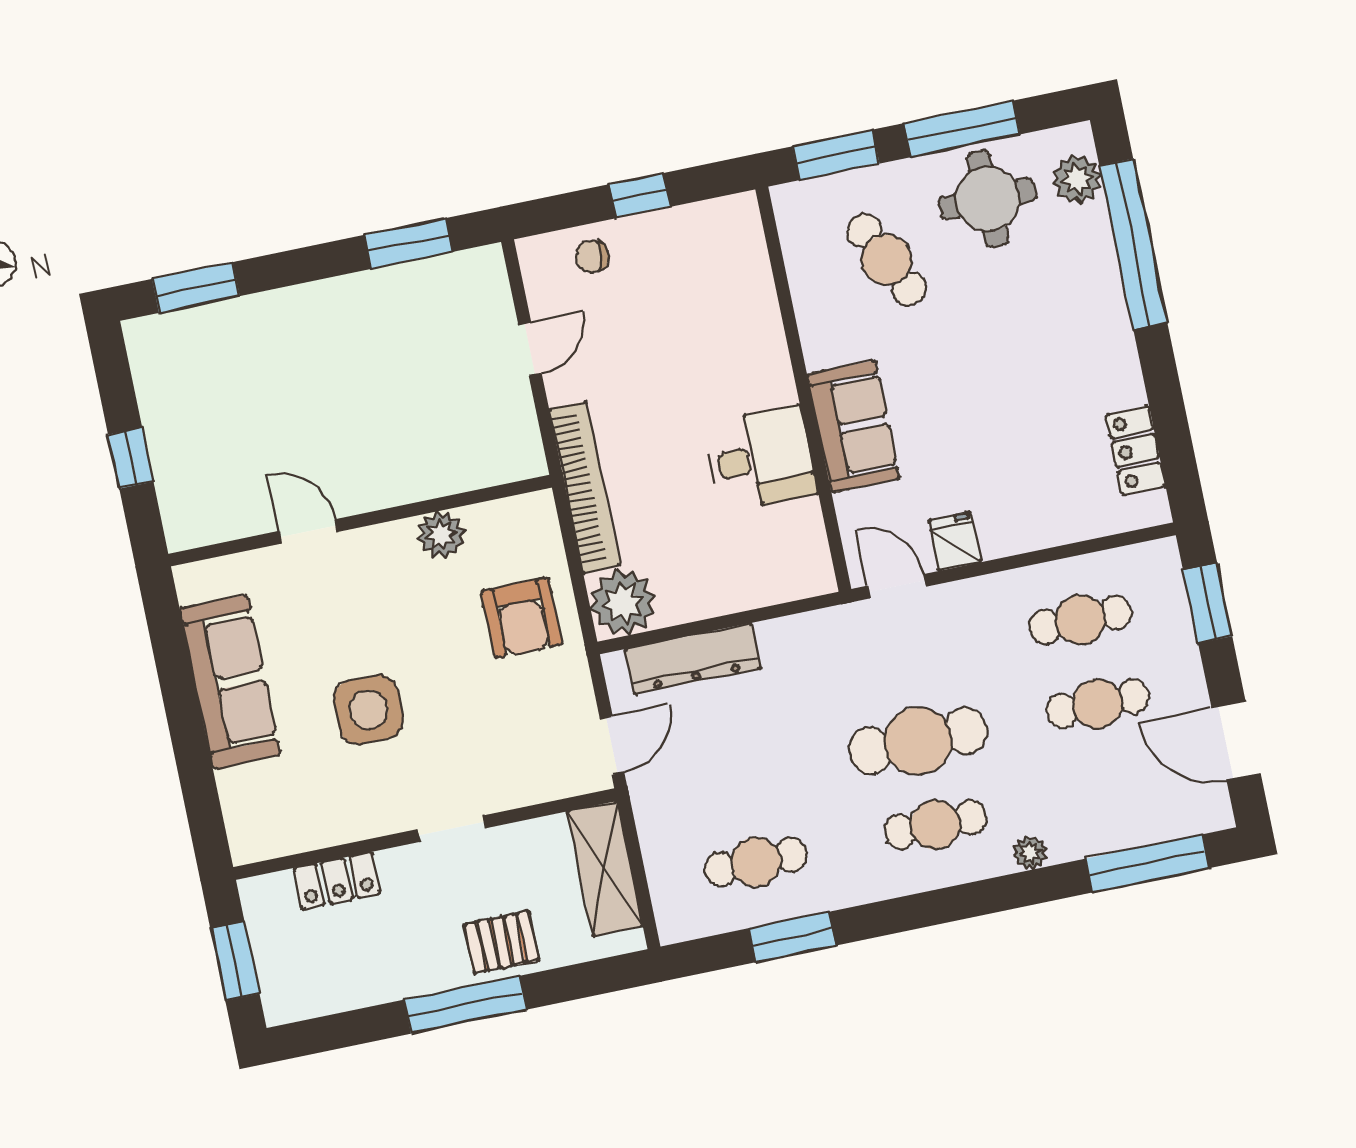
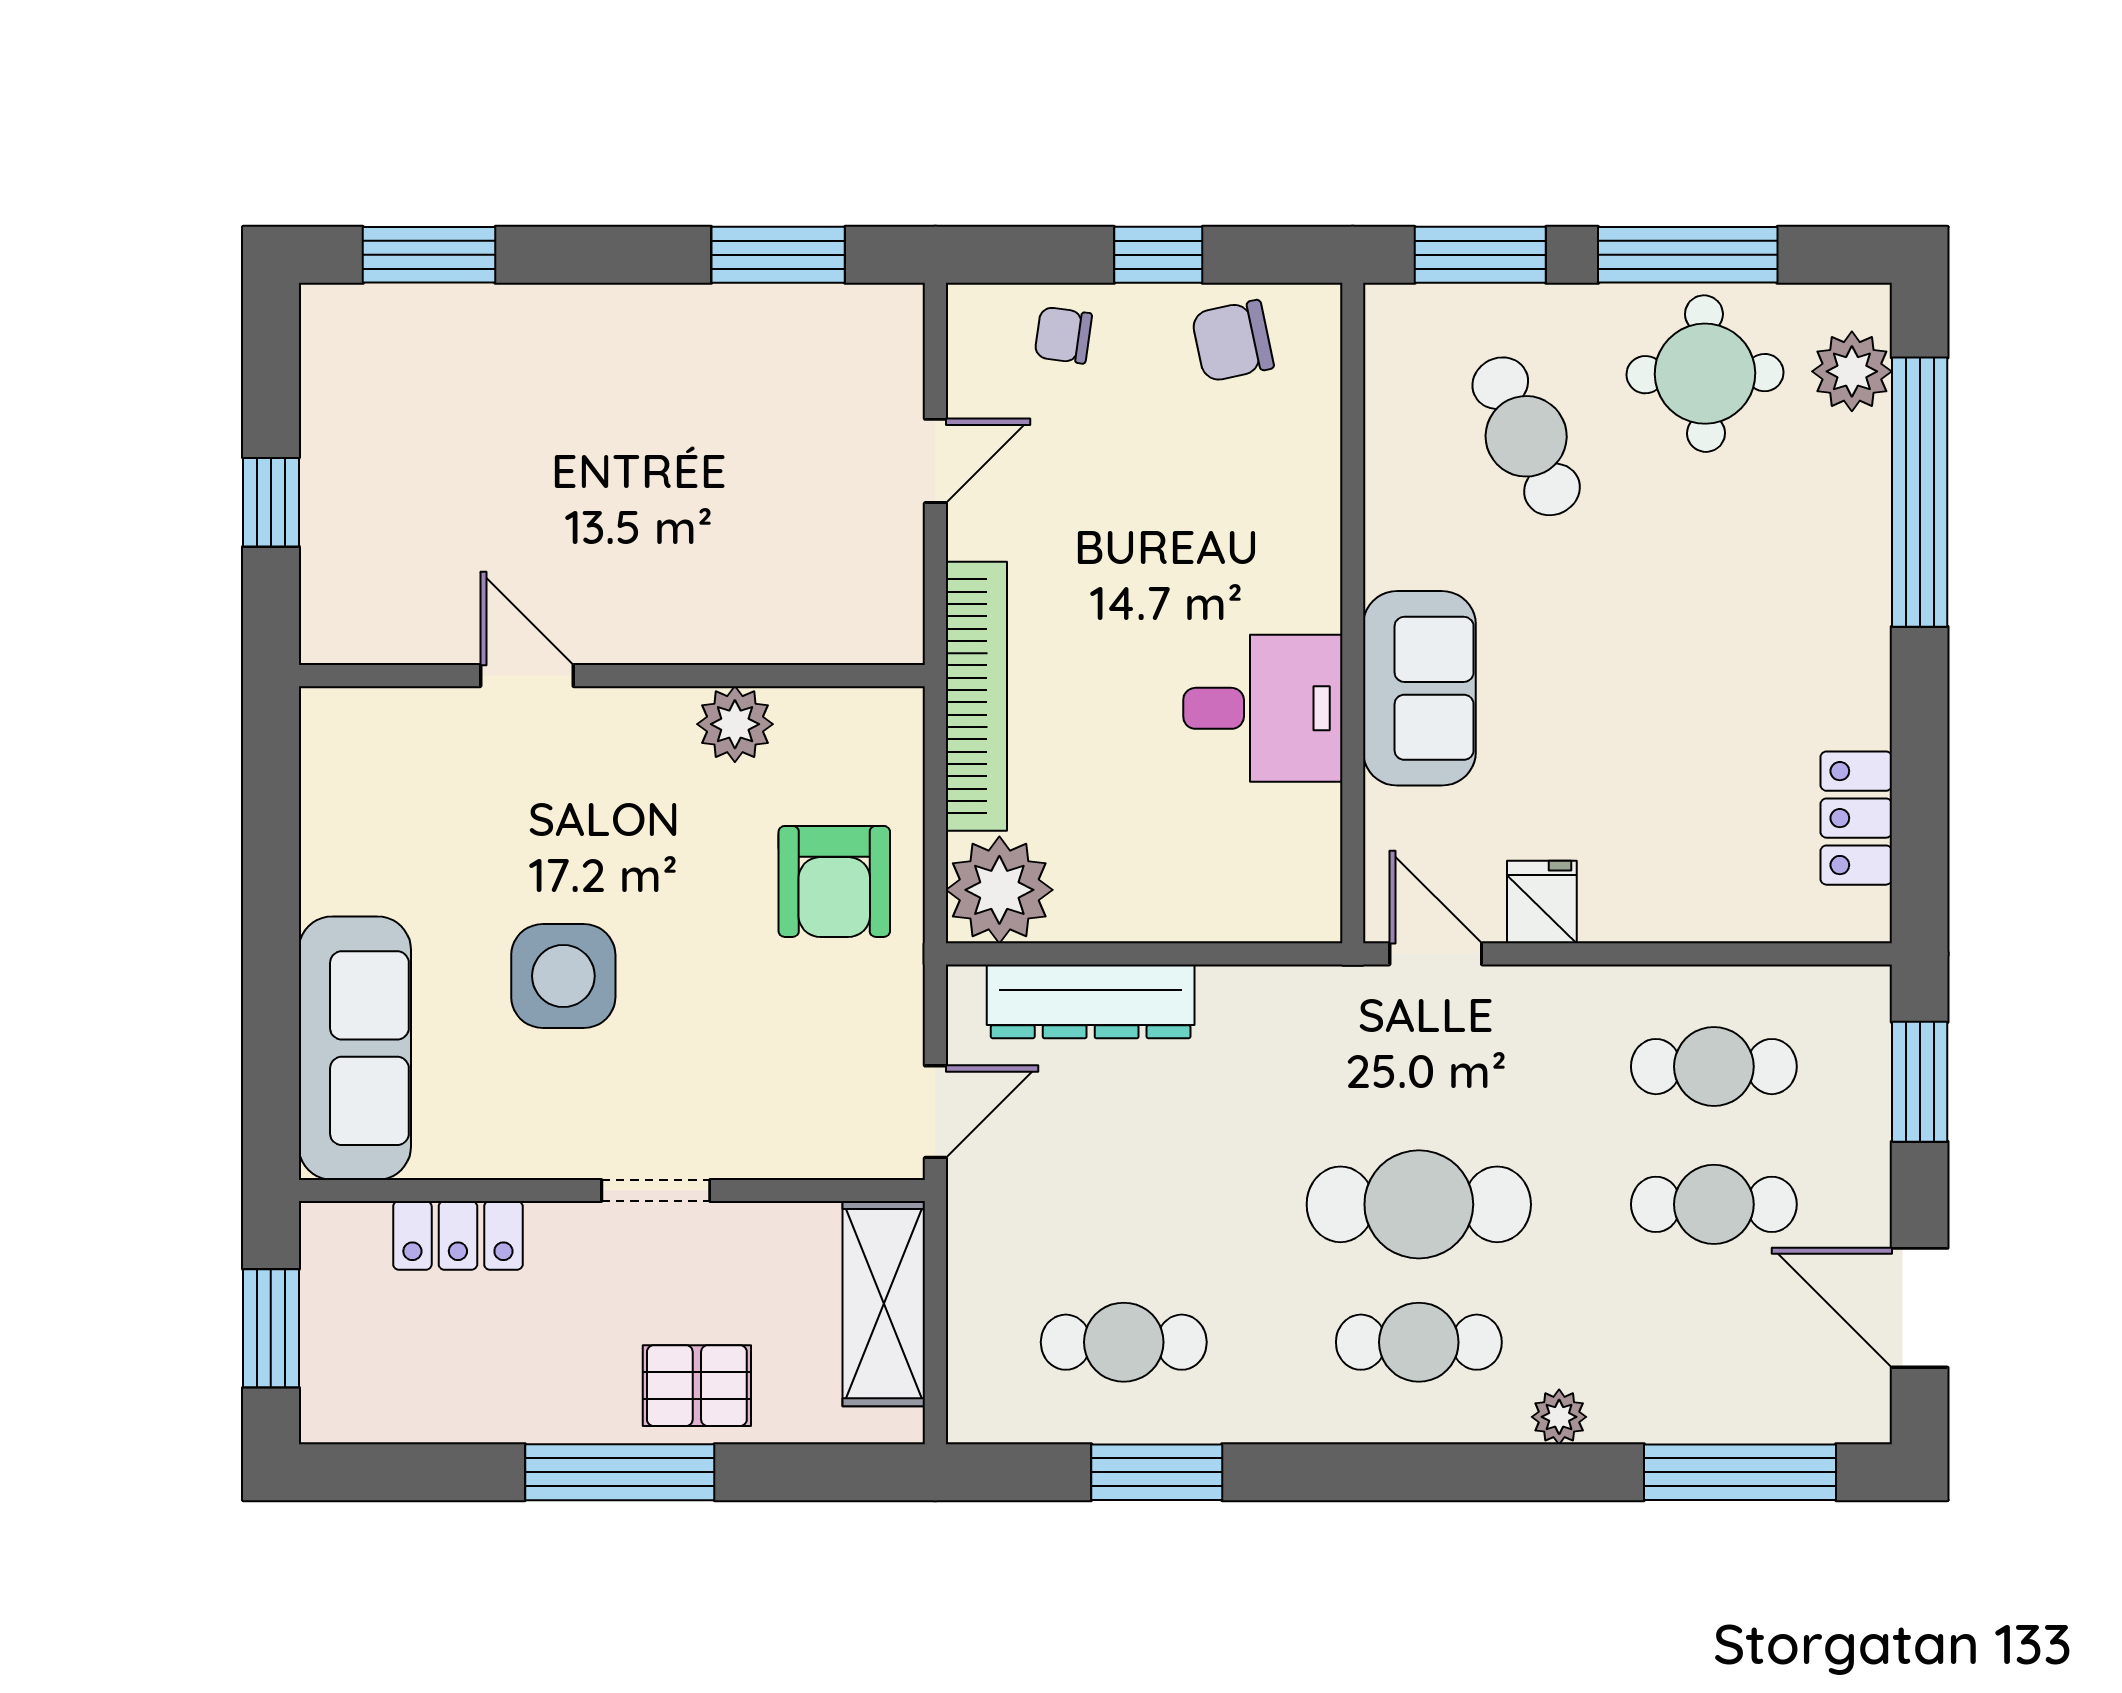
chair: (696, 239) -> (1233, 341), added
sofa: (230, 682) -> (355, 1048), moved

